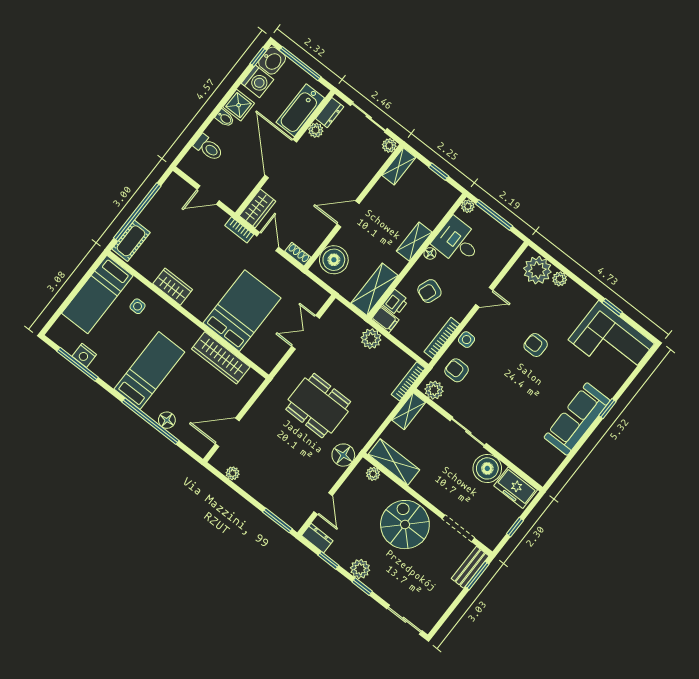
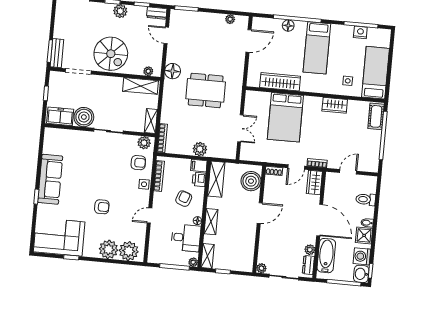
shelving: (399, 166) -> (207, 256), moved
door: (268, 242) -> (296, 167), hinge flipped
plant: (560, 279) -> (109, 249), width x1.88, depth x1.88

